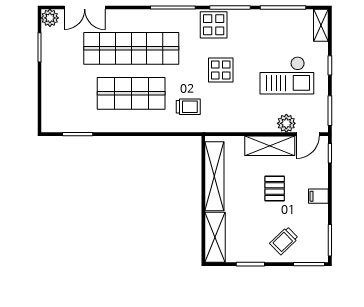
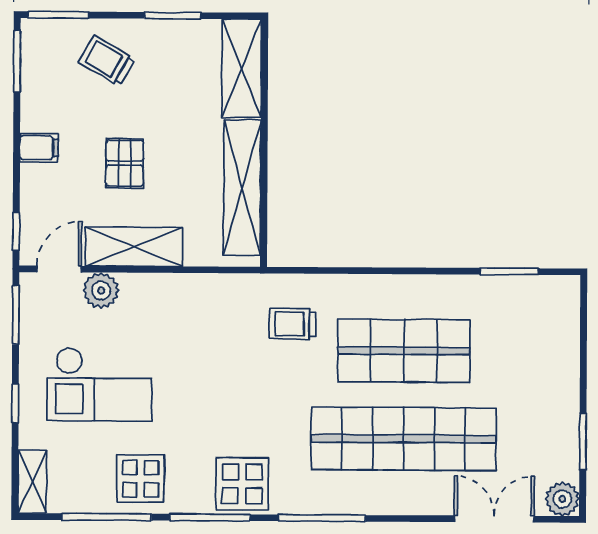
display table: (221, 70) -> (140, 479), moved
checkout: (287, 75) -> (99, 384), turned 180
trolley: (284, 241) -> (107, 61), turned -106

